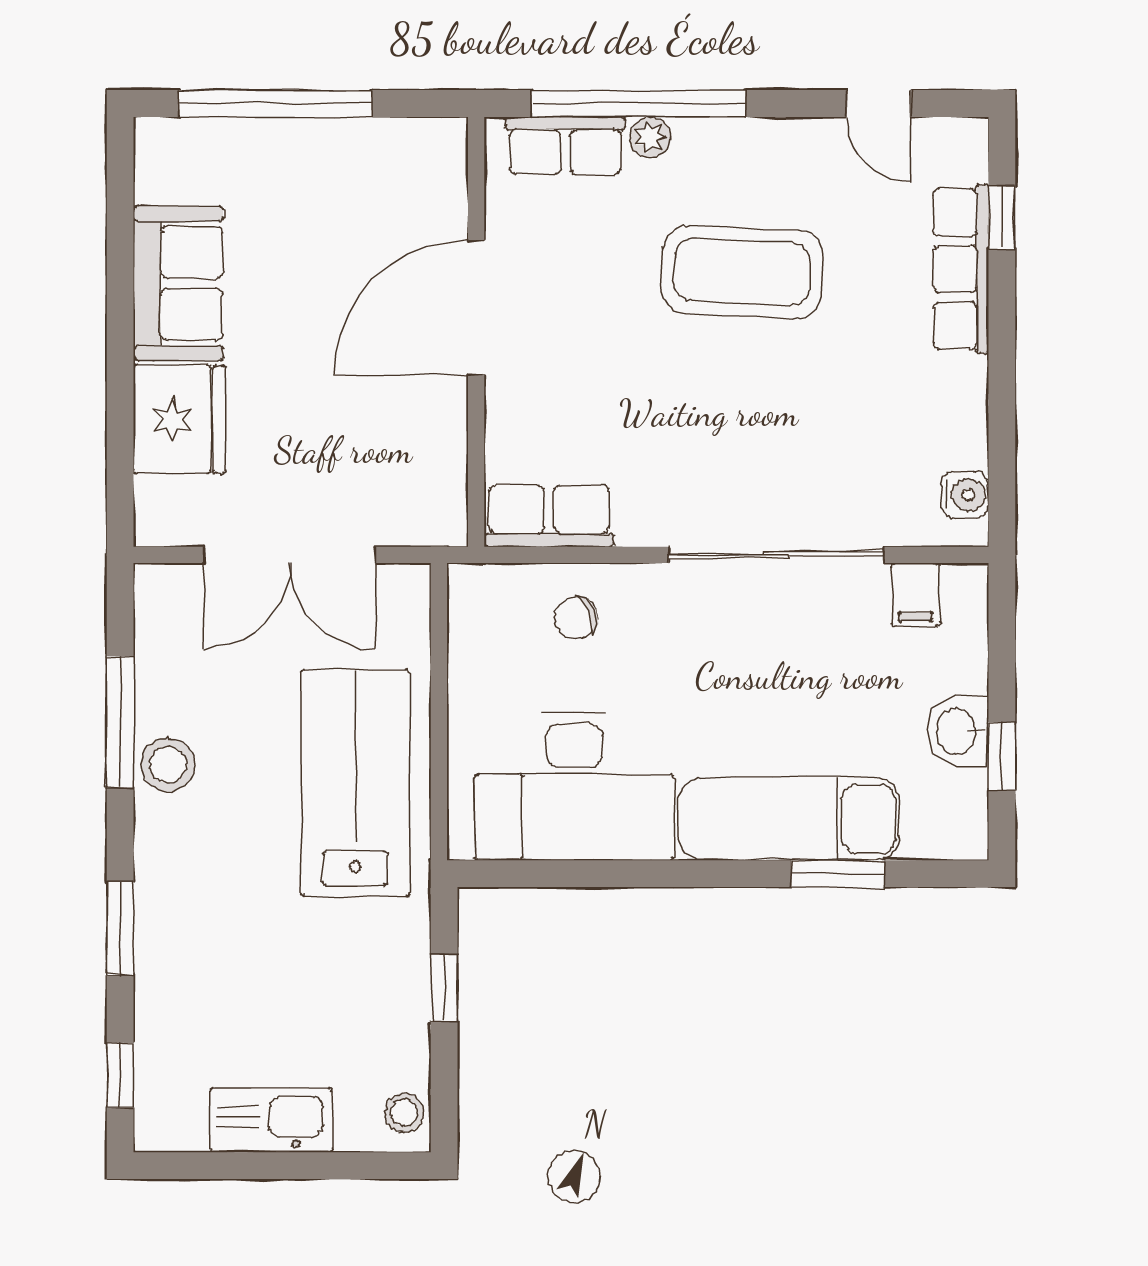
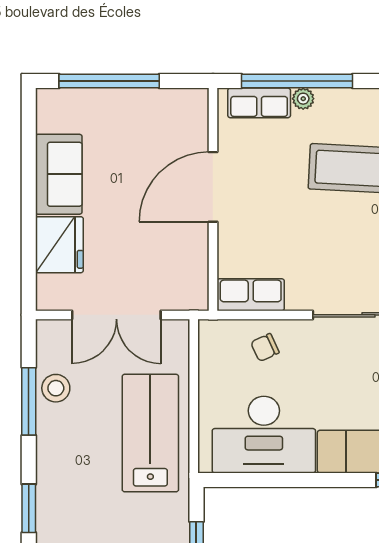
stool: (168, 765) -> (56, 388), moved

